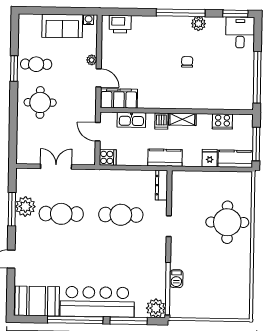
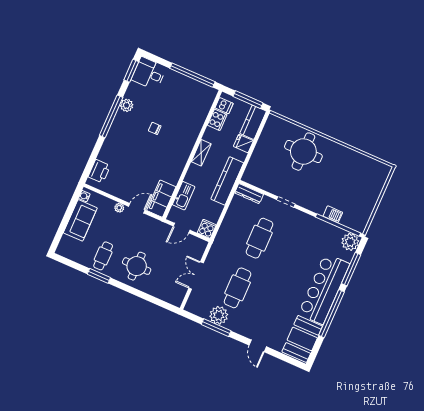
dishwasher: (161, 121) -> (224, 106), moved
kitchen counter: (165, 158) -> (227, 181), width x1.50

